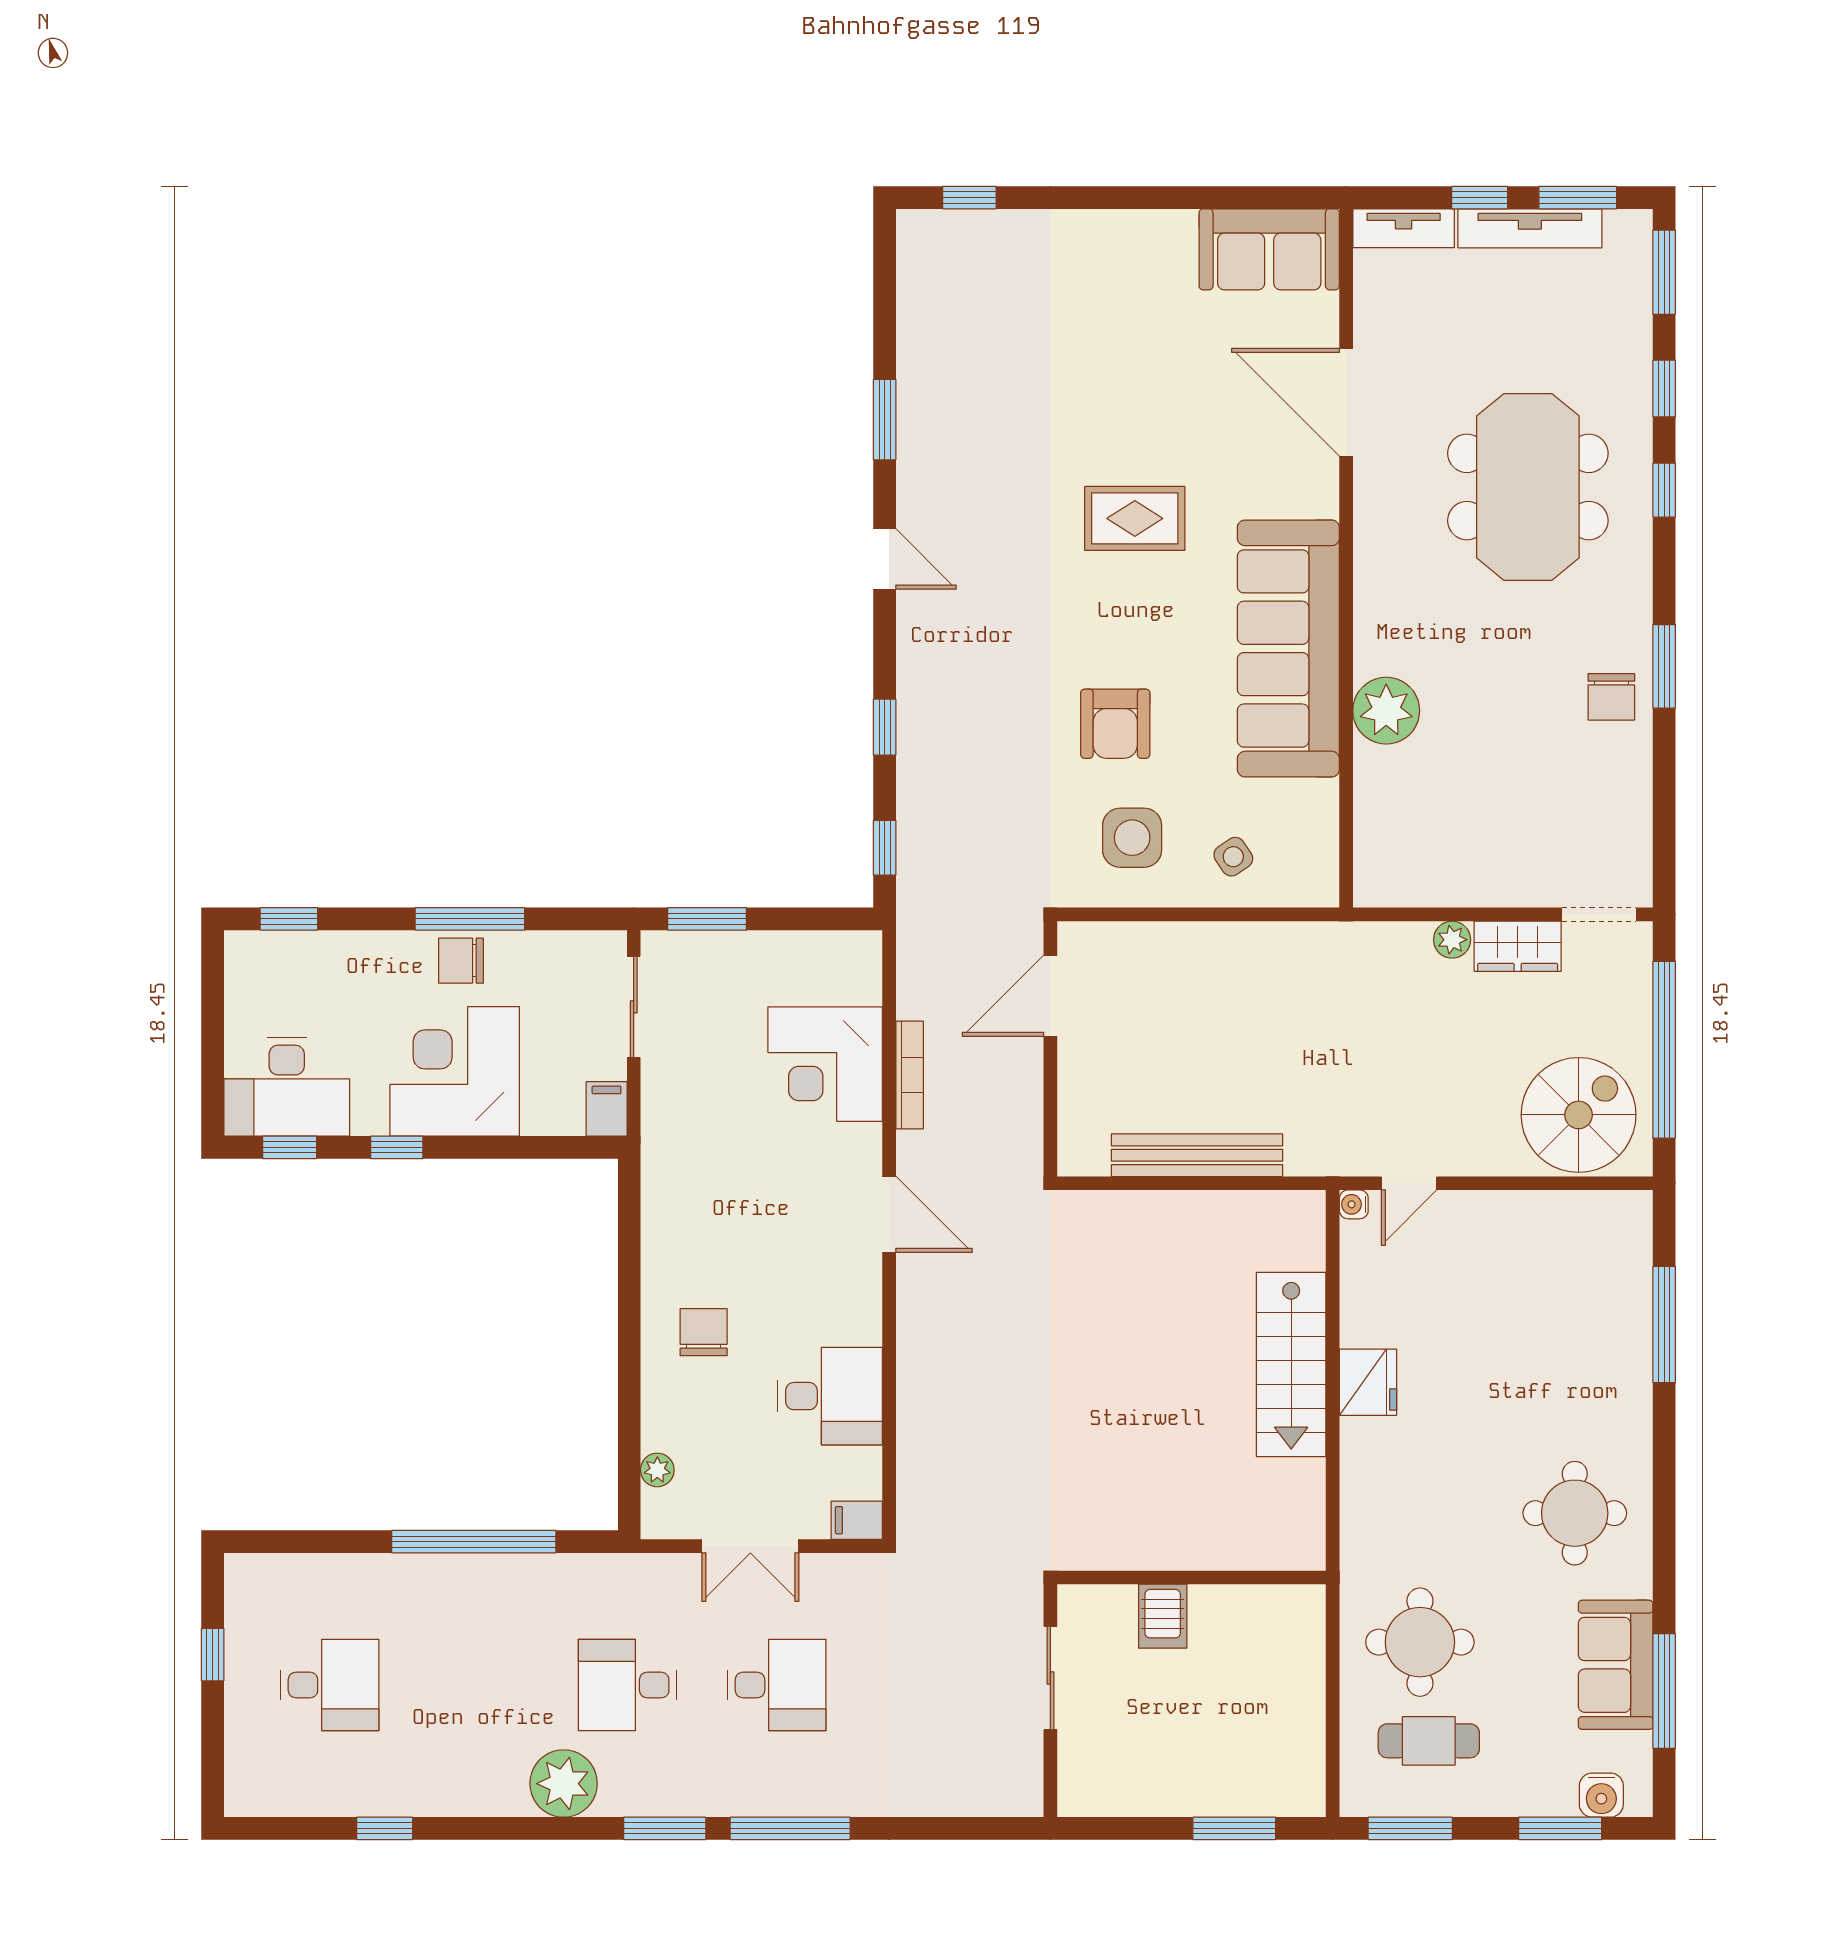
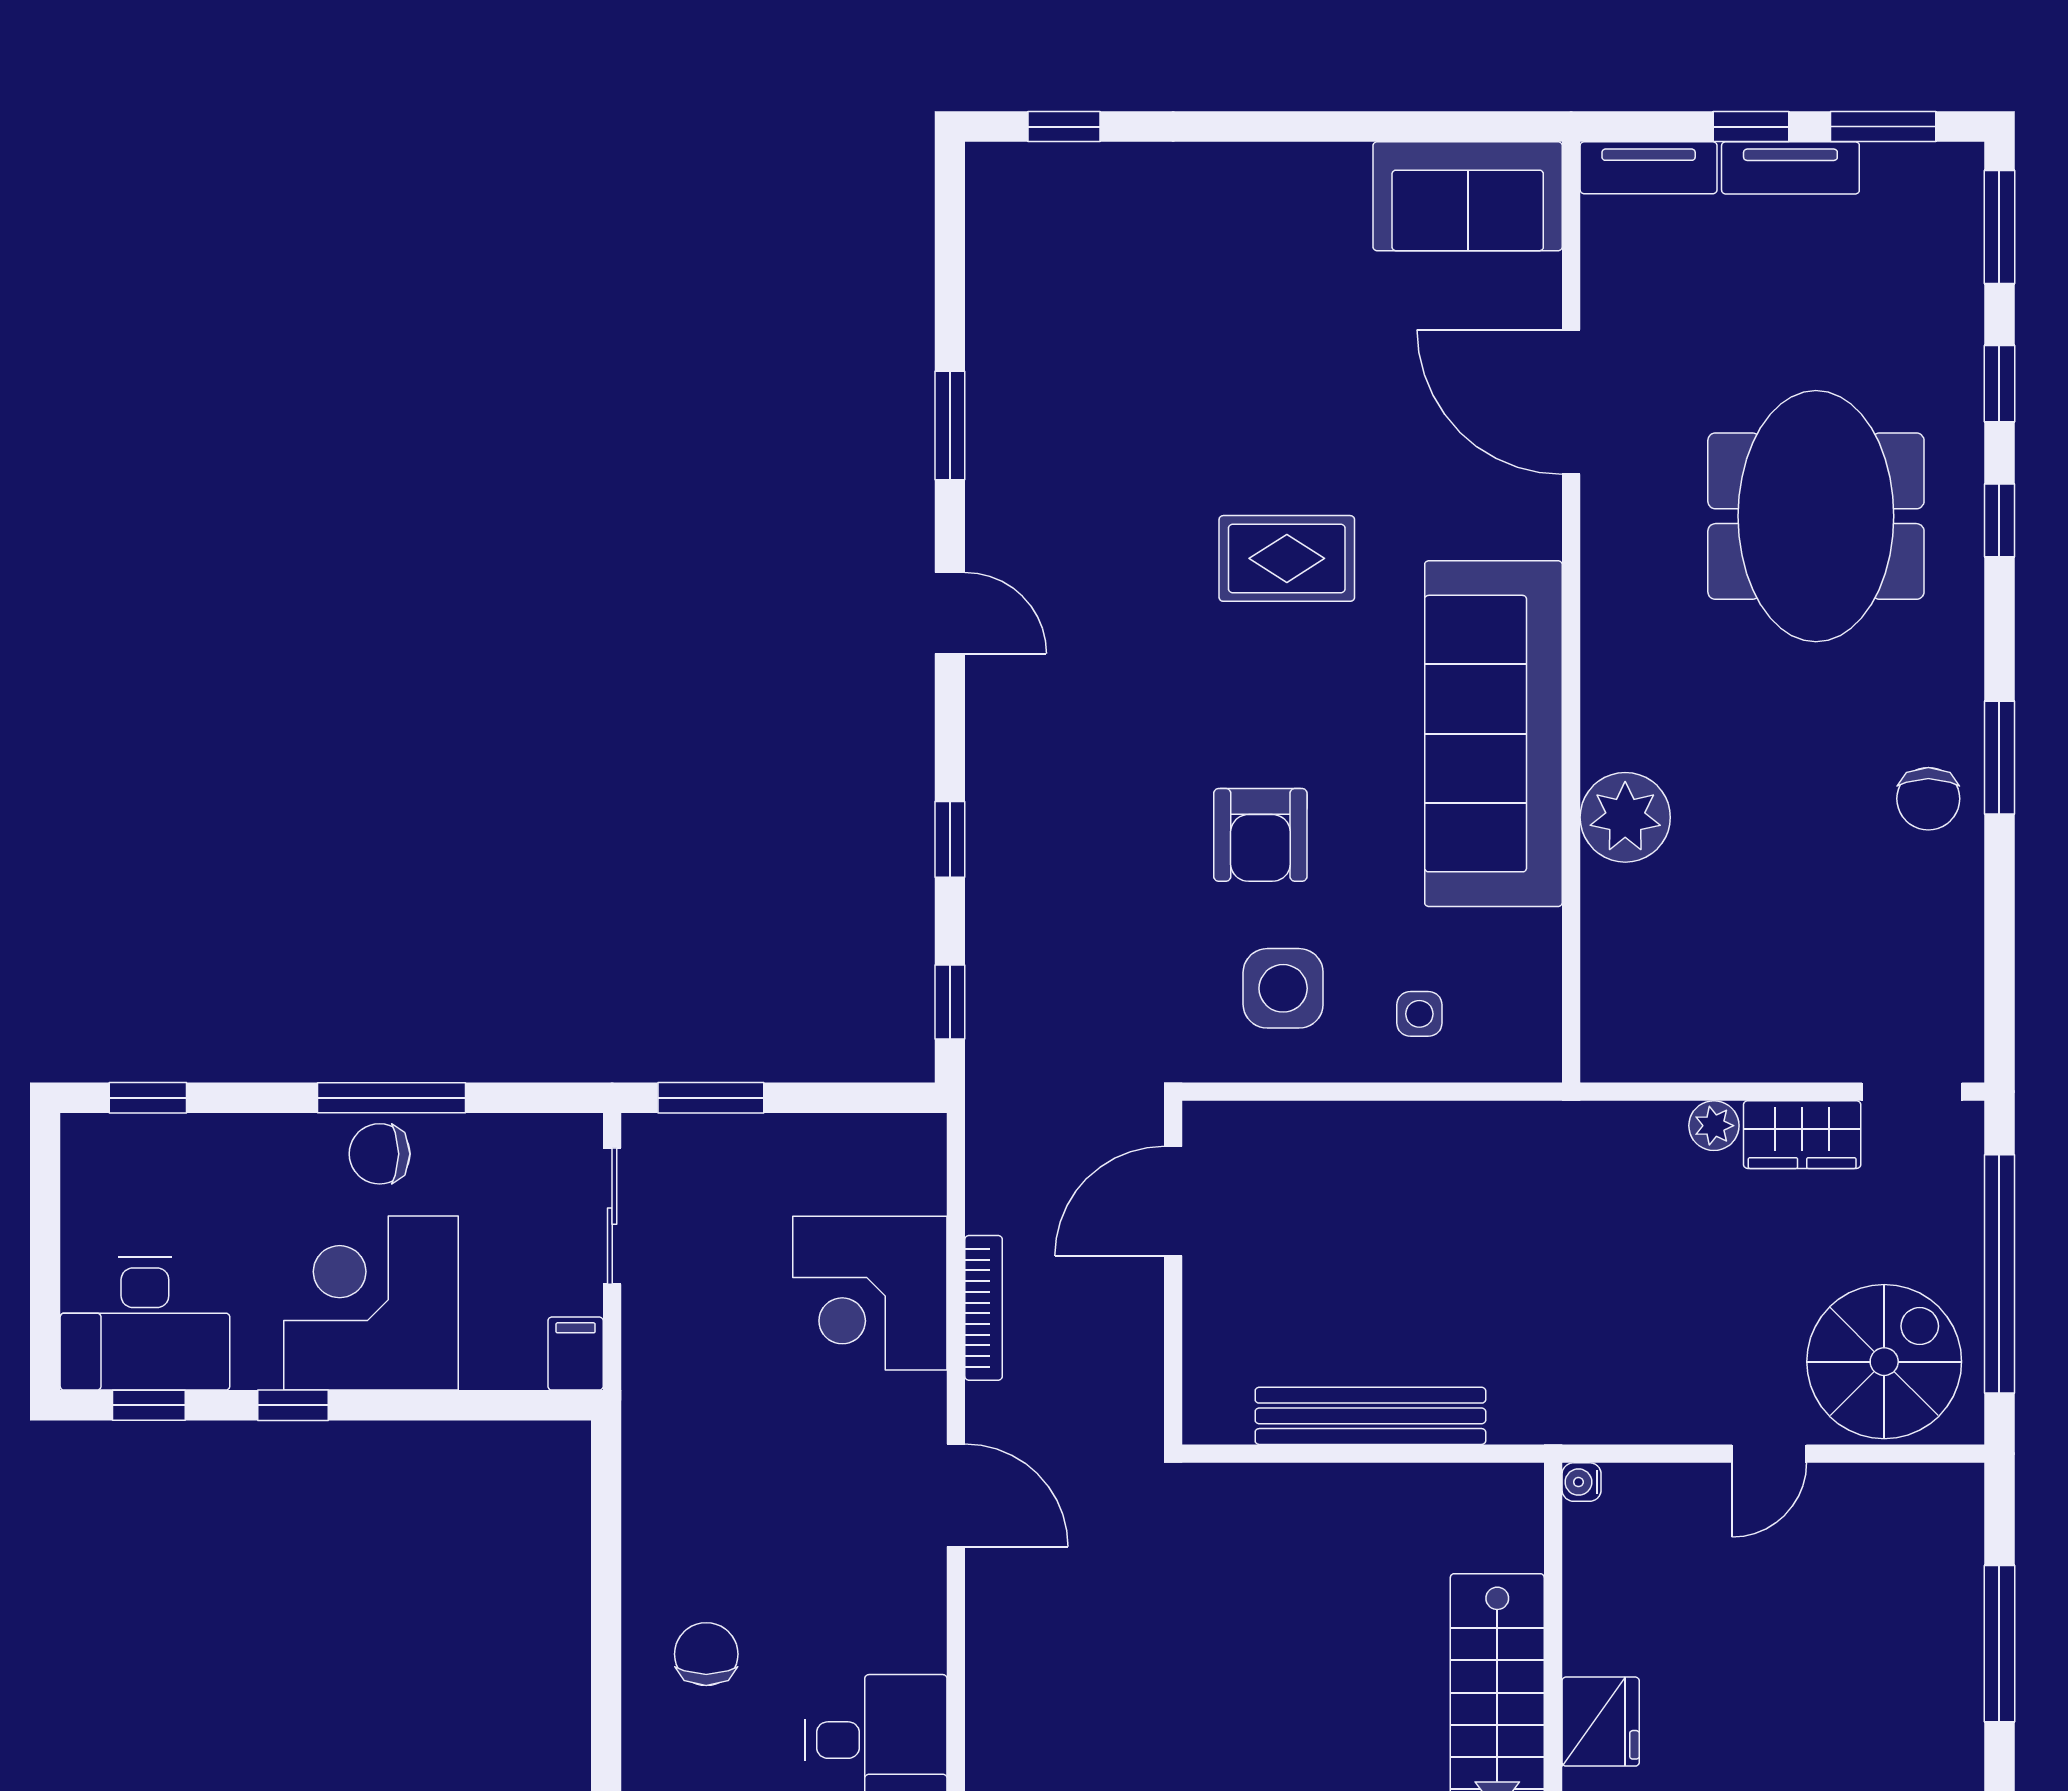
tv unit: (1530, 228) -> (1790, 168), width x0.71
side table: (1233, 857) -> (1419, 1014), turned 34
door: (1409, 1183) -> (1769, 1454), moved

